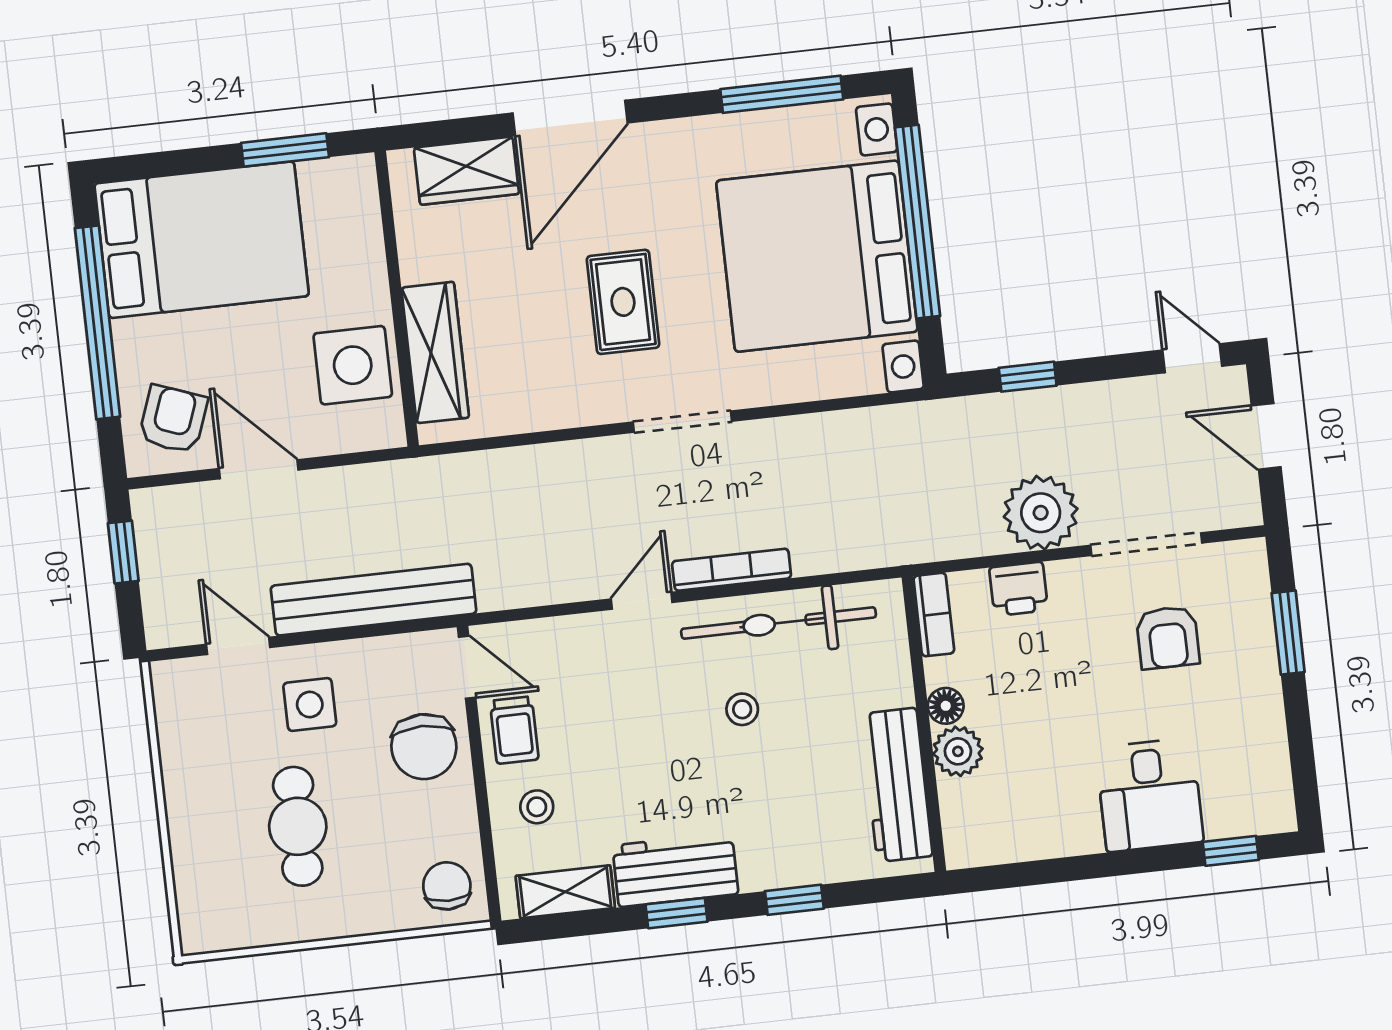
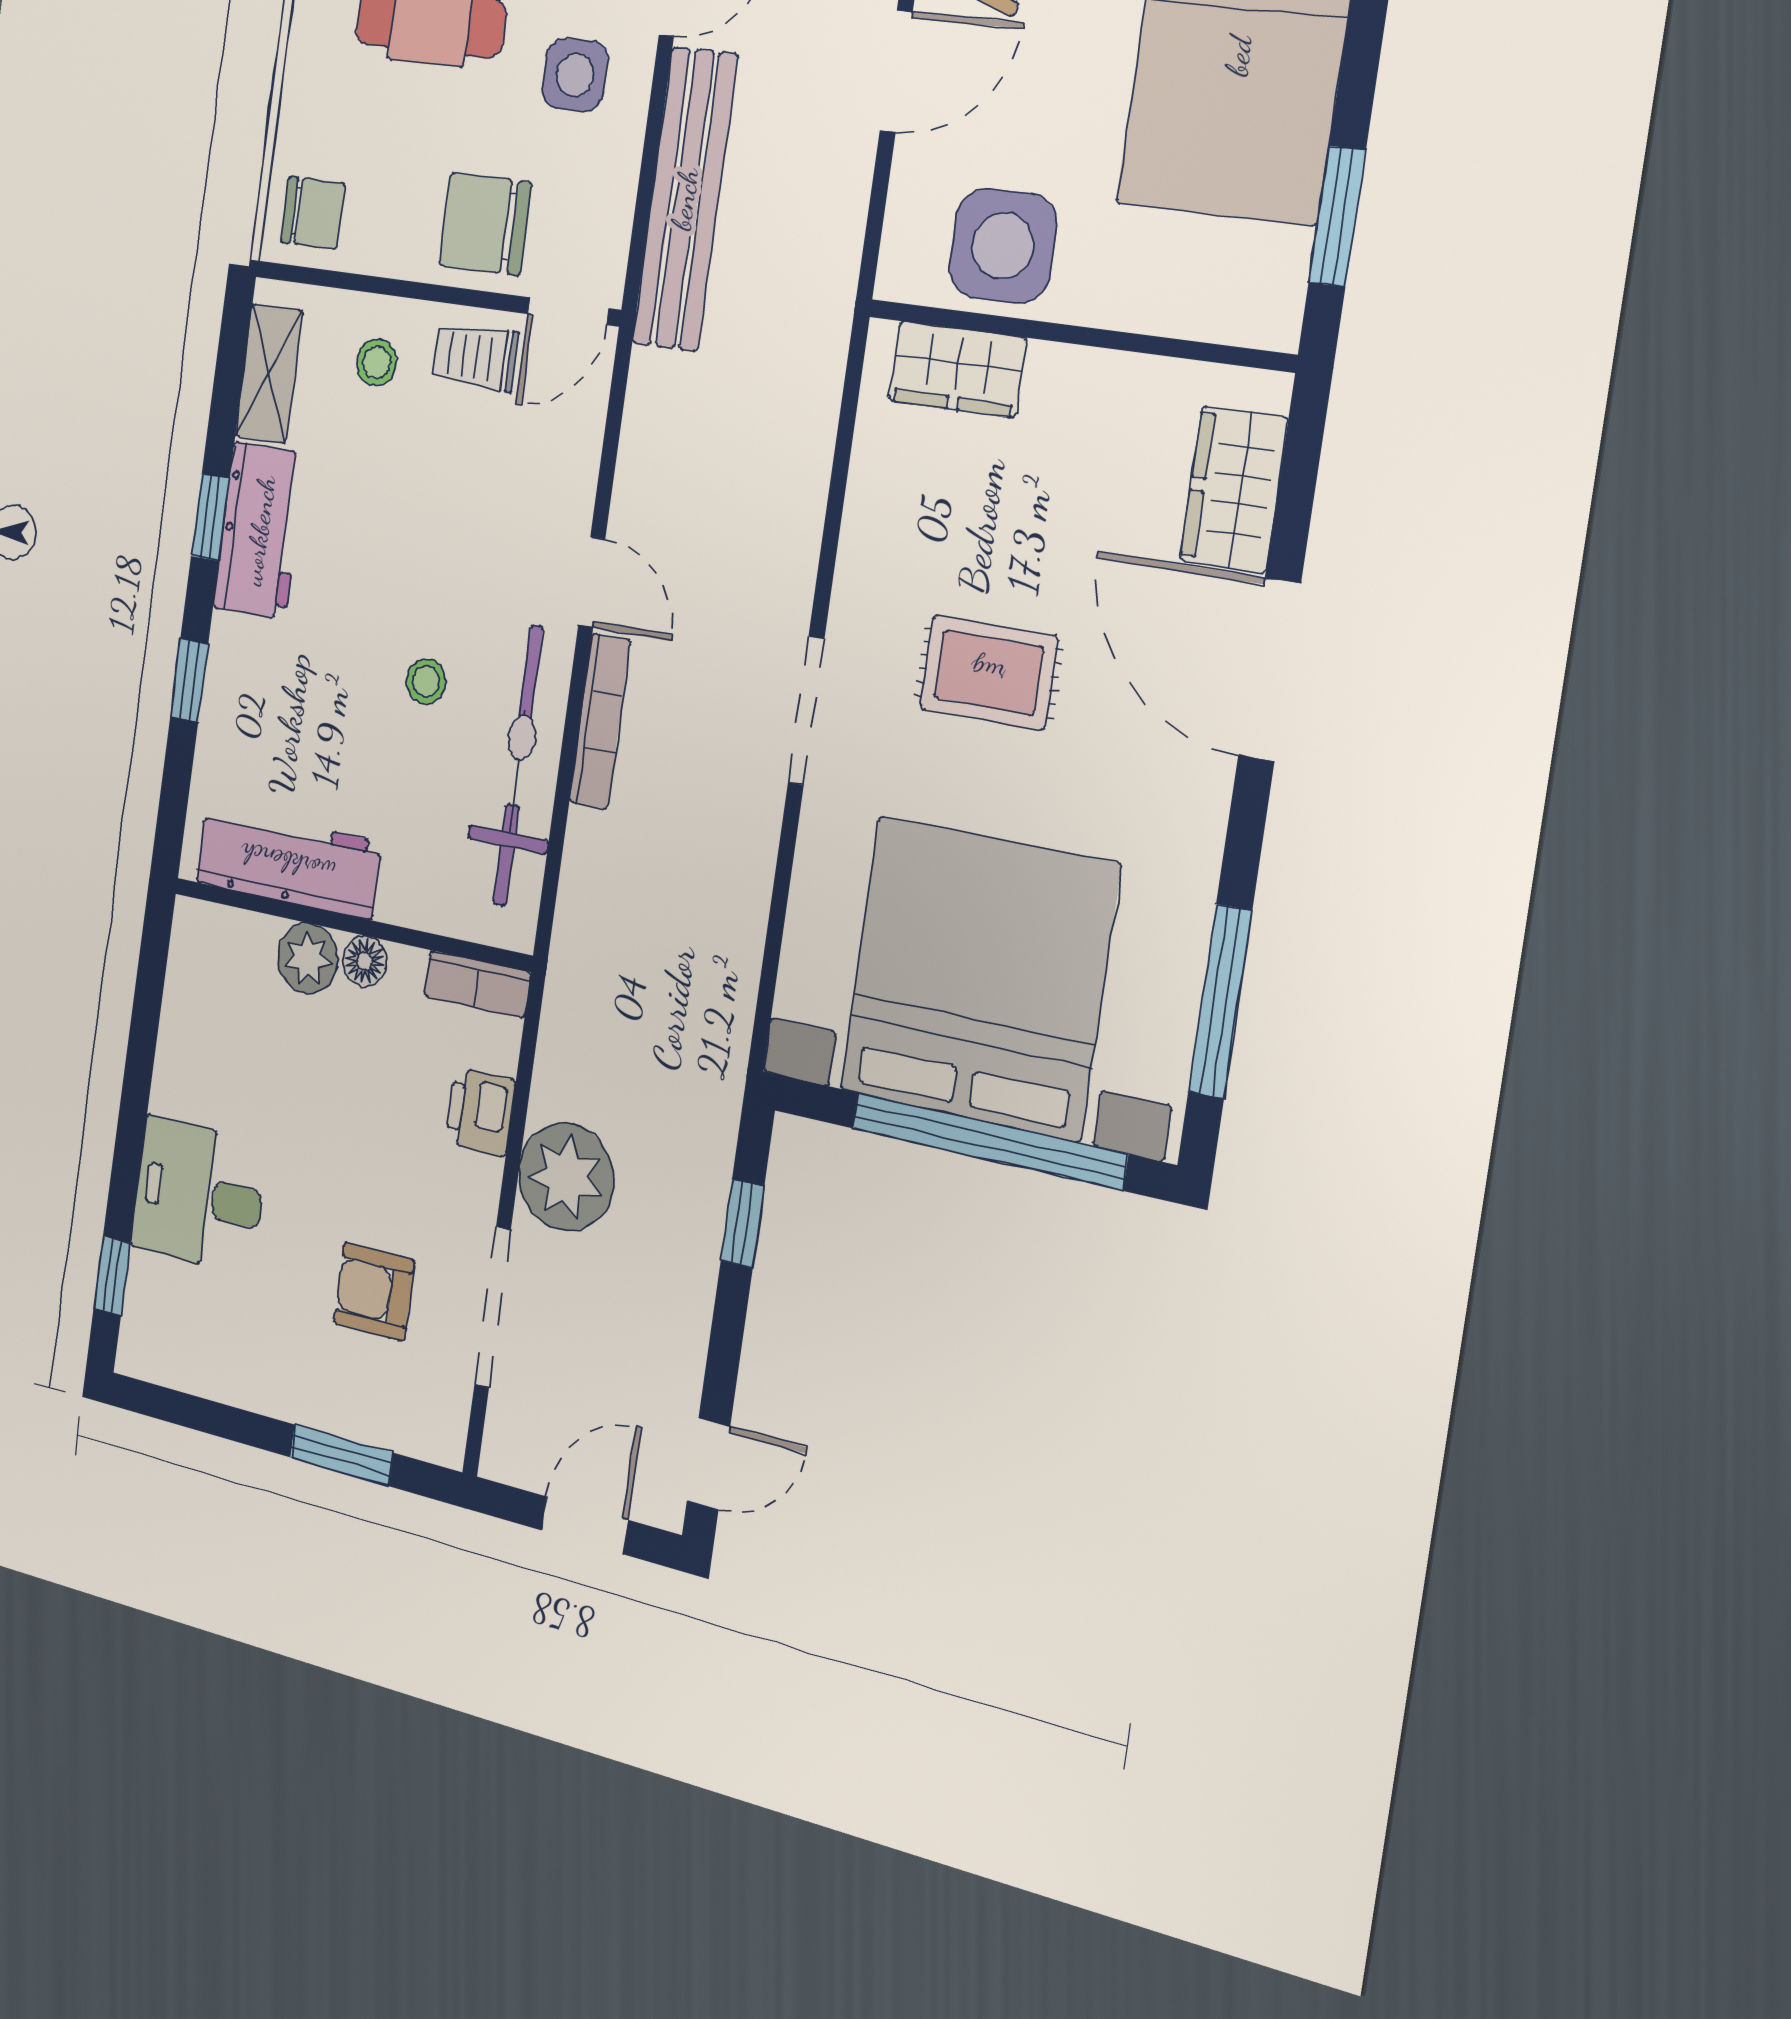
wardrobe: (435, 353) -> (957, 369), width x0.67

